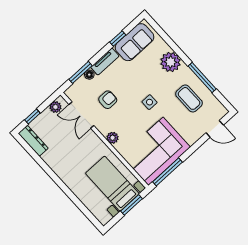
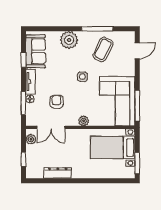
coffee table: (189, 98) -> (103, 49), turned -63
dresser: (33, 141) -> (58, 173), moved
window: (132, 205) -> (137, 163), moved

